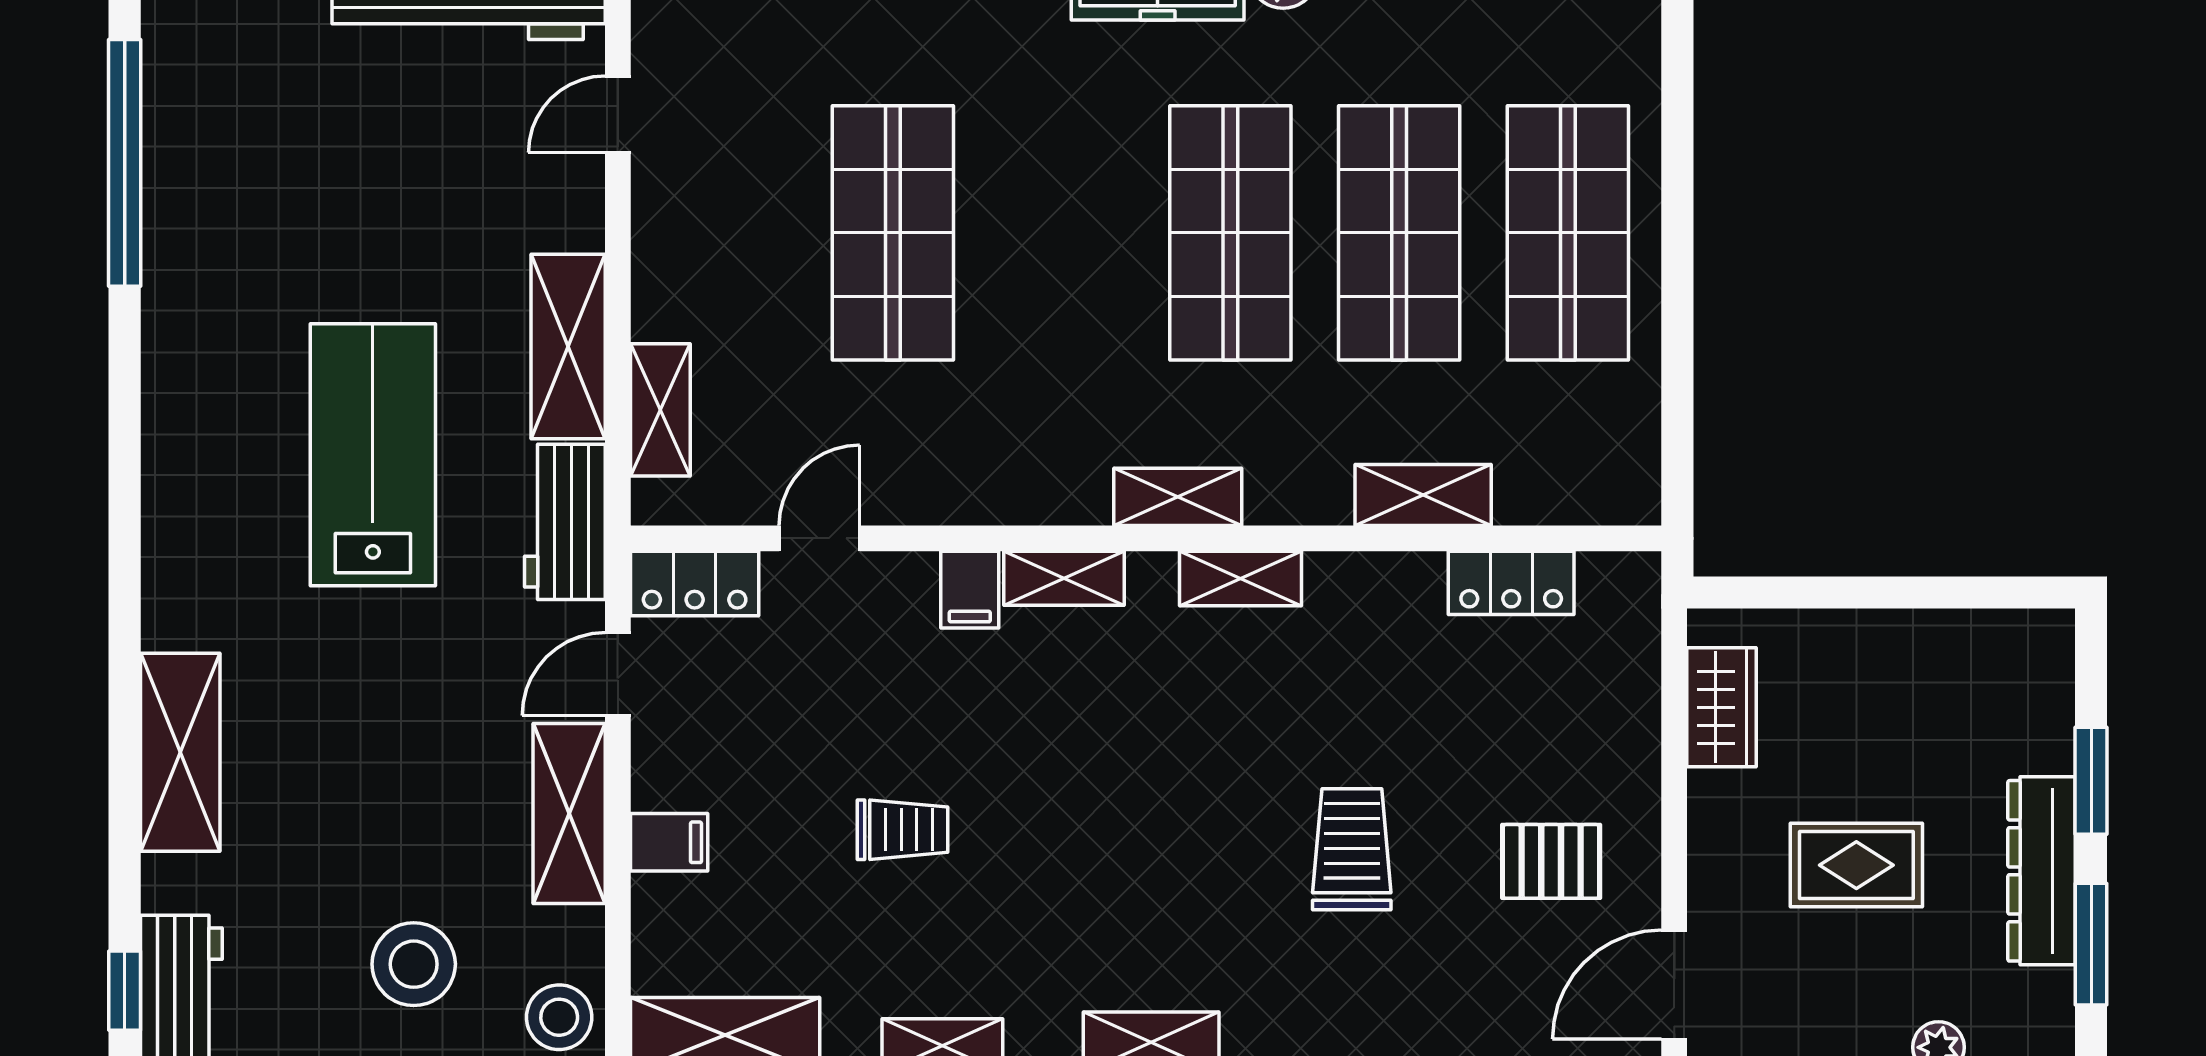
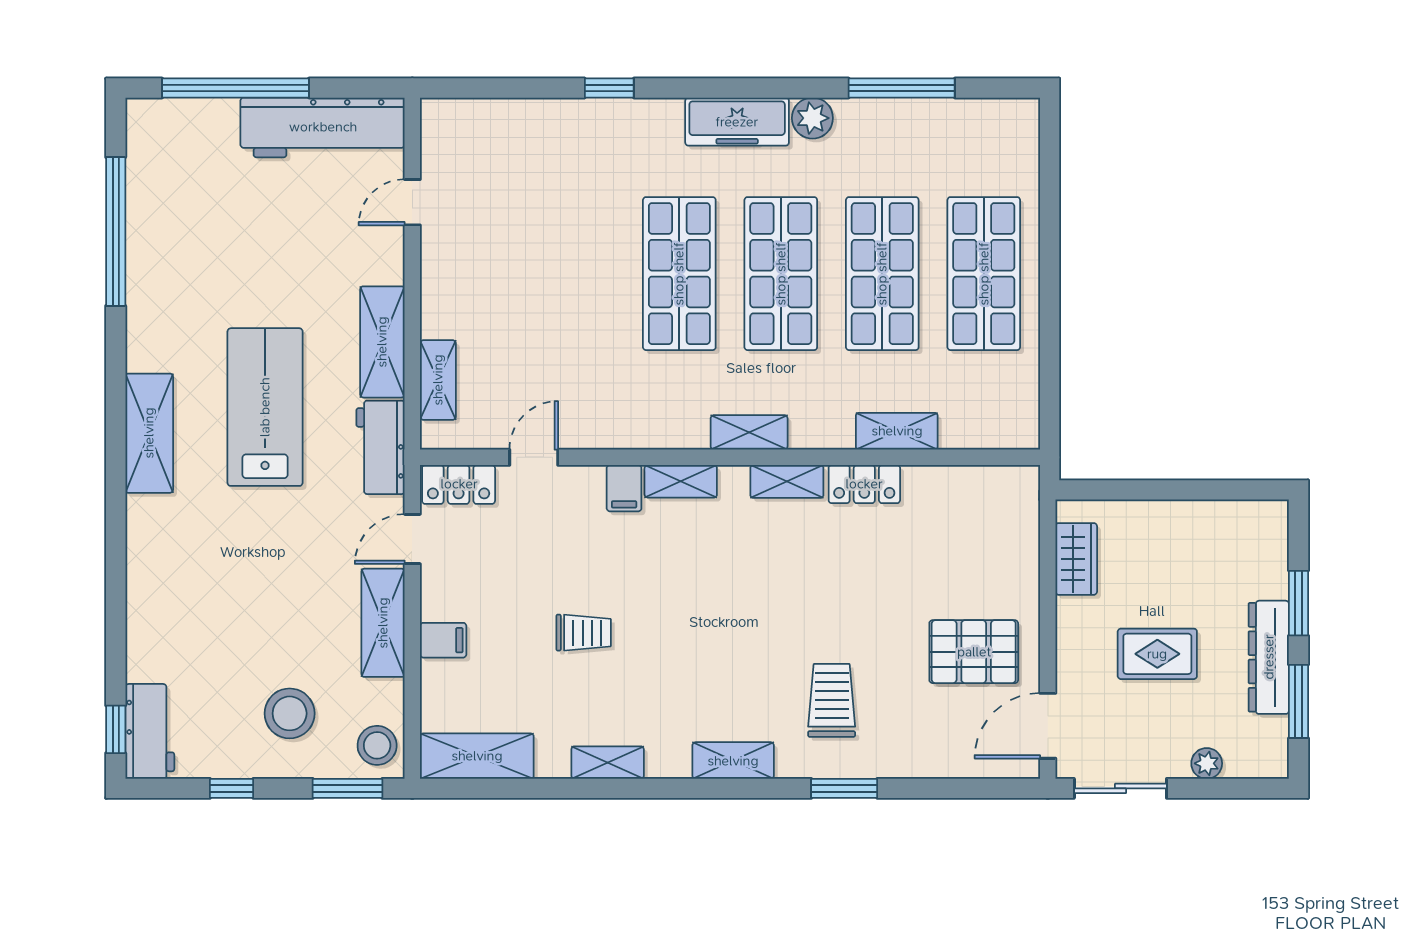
shop shelf: (893, 233) -> (679, 274), moved
locker: (1511, 583) -> (864, 484), moved
shelving: (180, 752) -> (149, 433), moved
trolley: (1352, 849) -> (832, 700), moved
pallet: (1551, 861) -> (974, 652), width x1.50, depth x1.42

